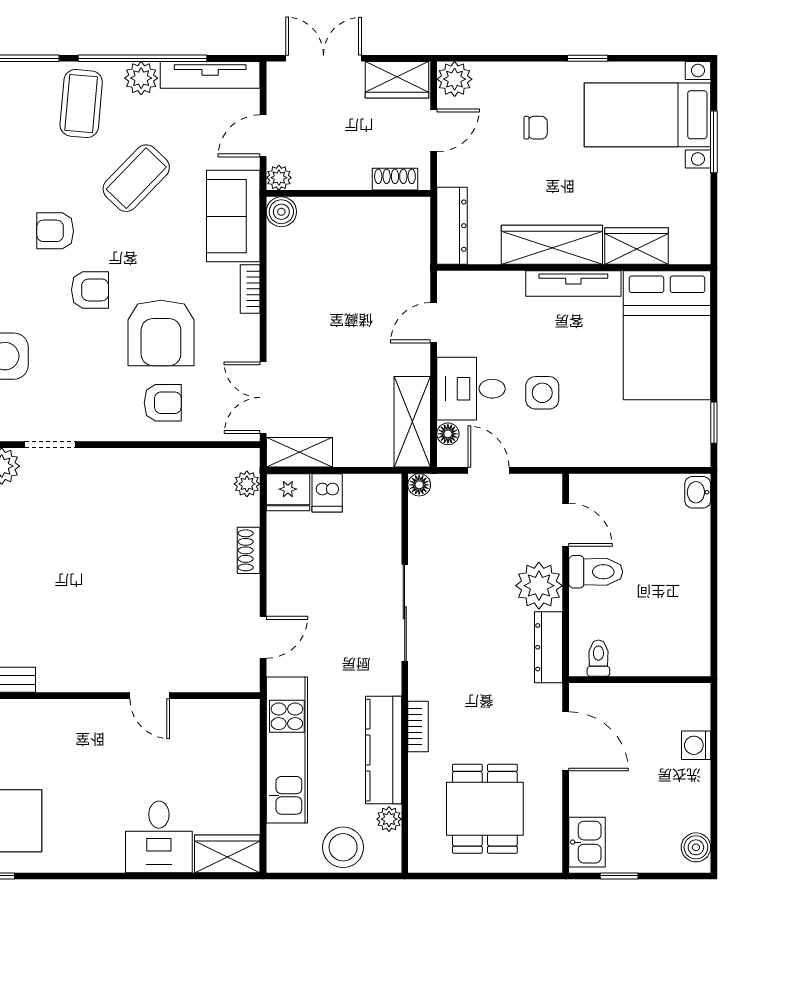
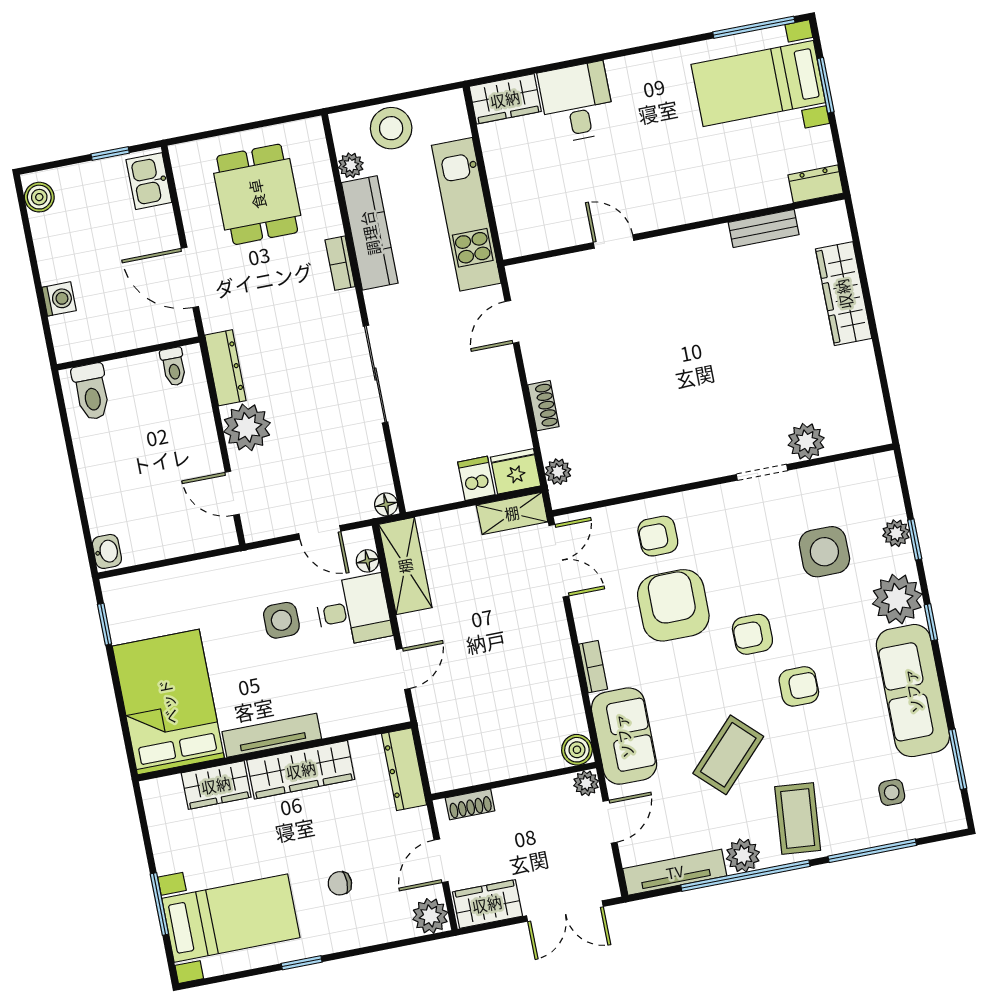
toilet: (596, 572) -> (91, 392), moved, turned -90

